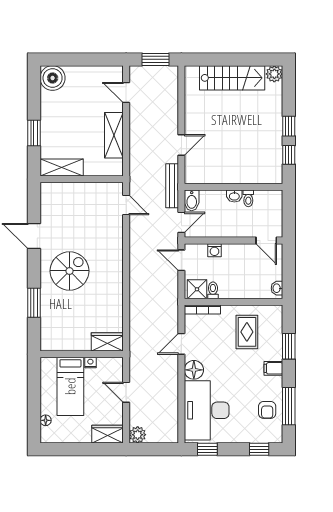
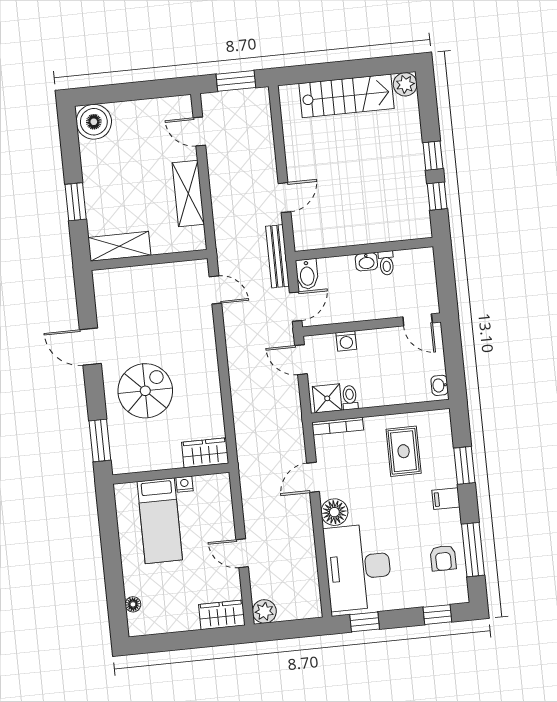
wardrobe: (107, 342) -> (205, 453), moved
wall: (82, 354) -> (171, 474), moved
nightstand: (90, 362) -> (184, 484), moved
bed: (70, 386) -> (160, 521), moved

